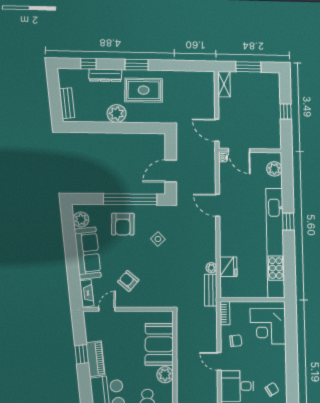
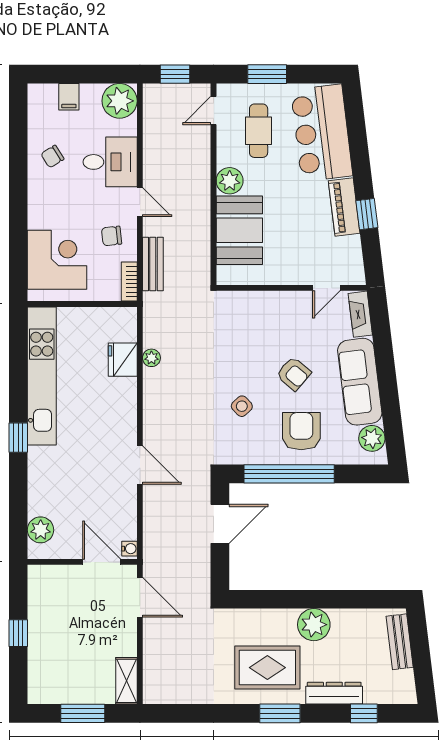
kitchen unit: (275, 243) -> (42, 376), width x0.73
armchair: (128, 281) -> (294, 374), moved
bench: (211, 290) -> (153, 264), moved

